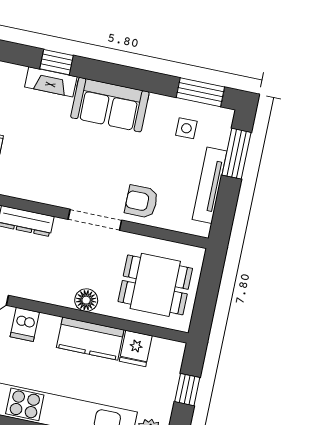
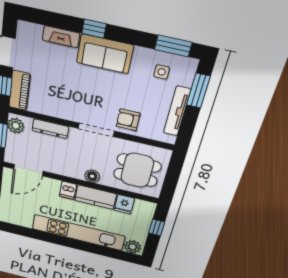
window: (56, 62) -> (94, 29), moved
dishwasher: (25, 324) -> (68, 190), moved

